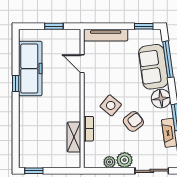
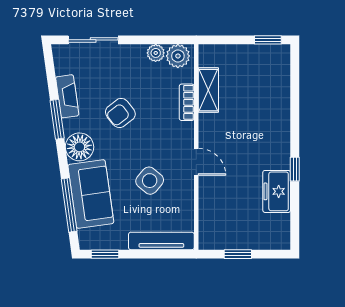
door: (82, 64) -> (196, 162), moved
freezer: (30, 69) -> (277, 191), width x0.52, depth x0.79
side table: (111, 105) -> (150, 181), moved
plant: (125, 160) -> (178, 56), moved

